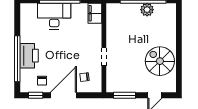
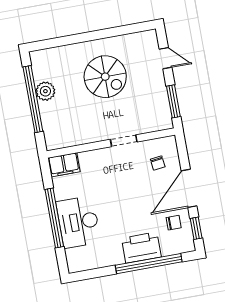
spiral stairs: (160, 61) -> (105, 77), moved, turned -90
door: (63, 95) -> (189, 188), hinge flipped

